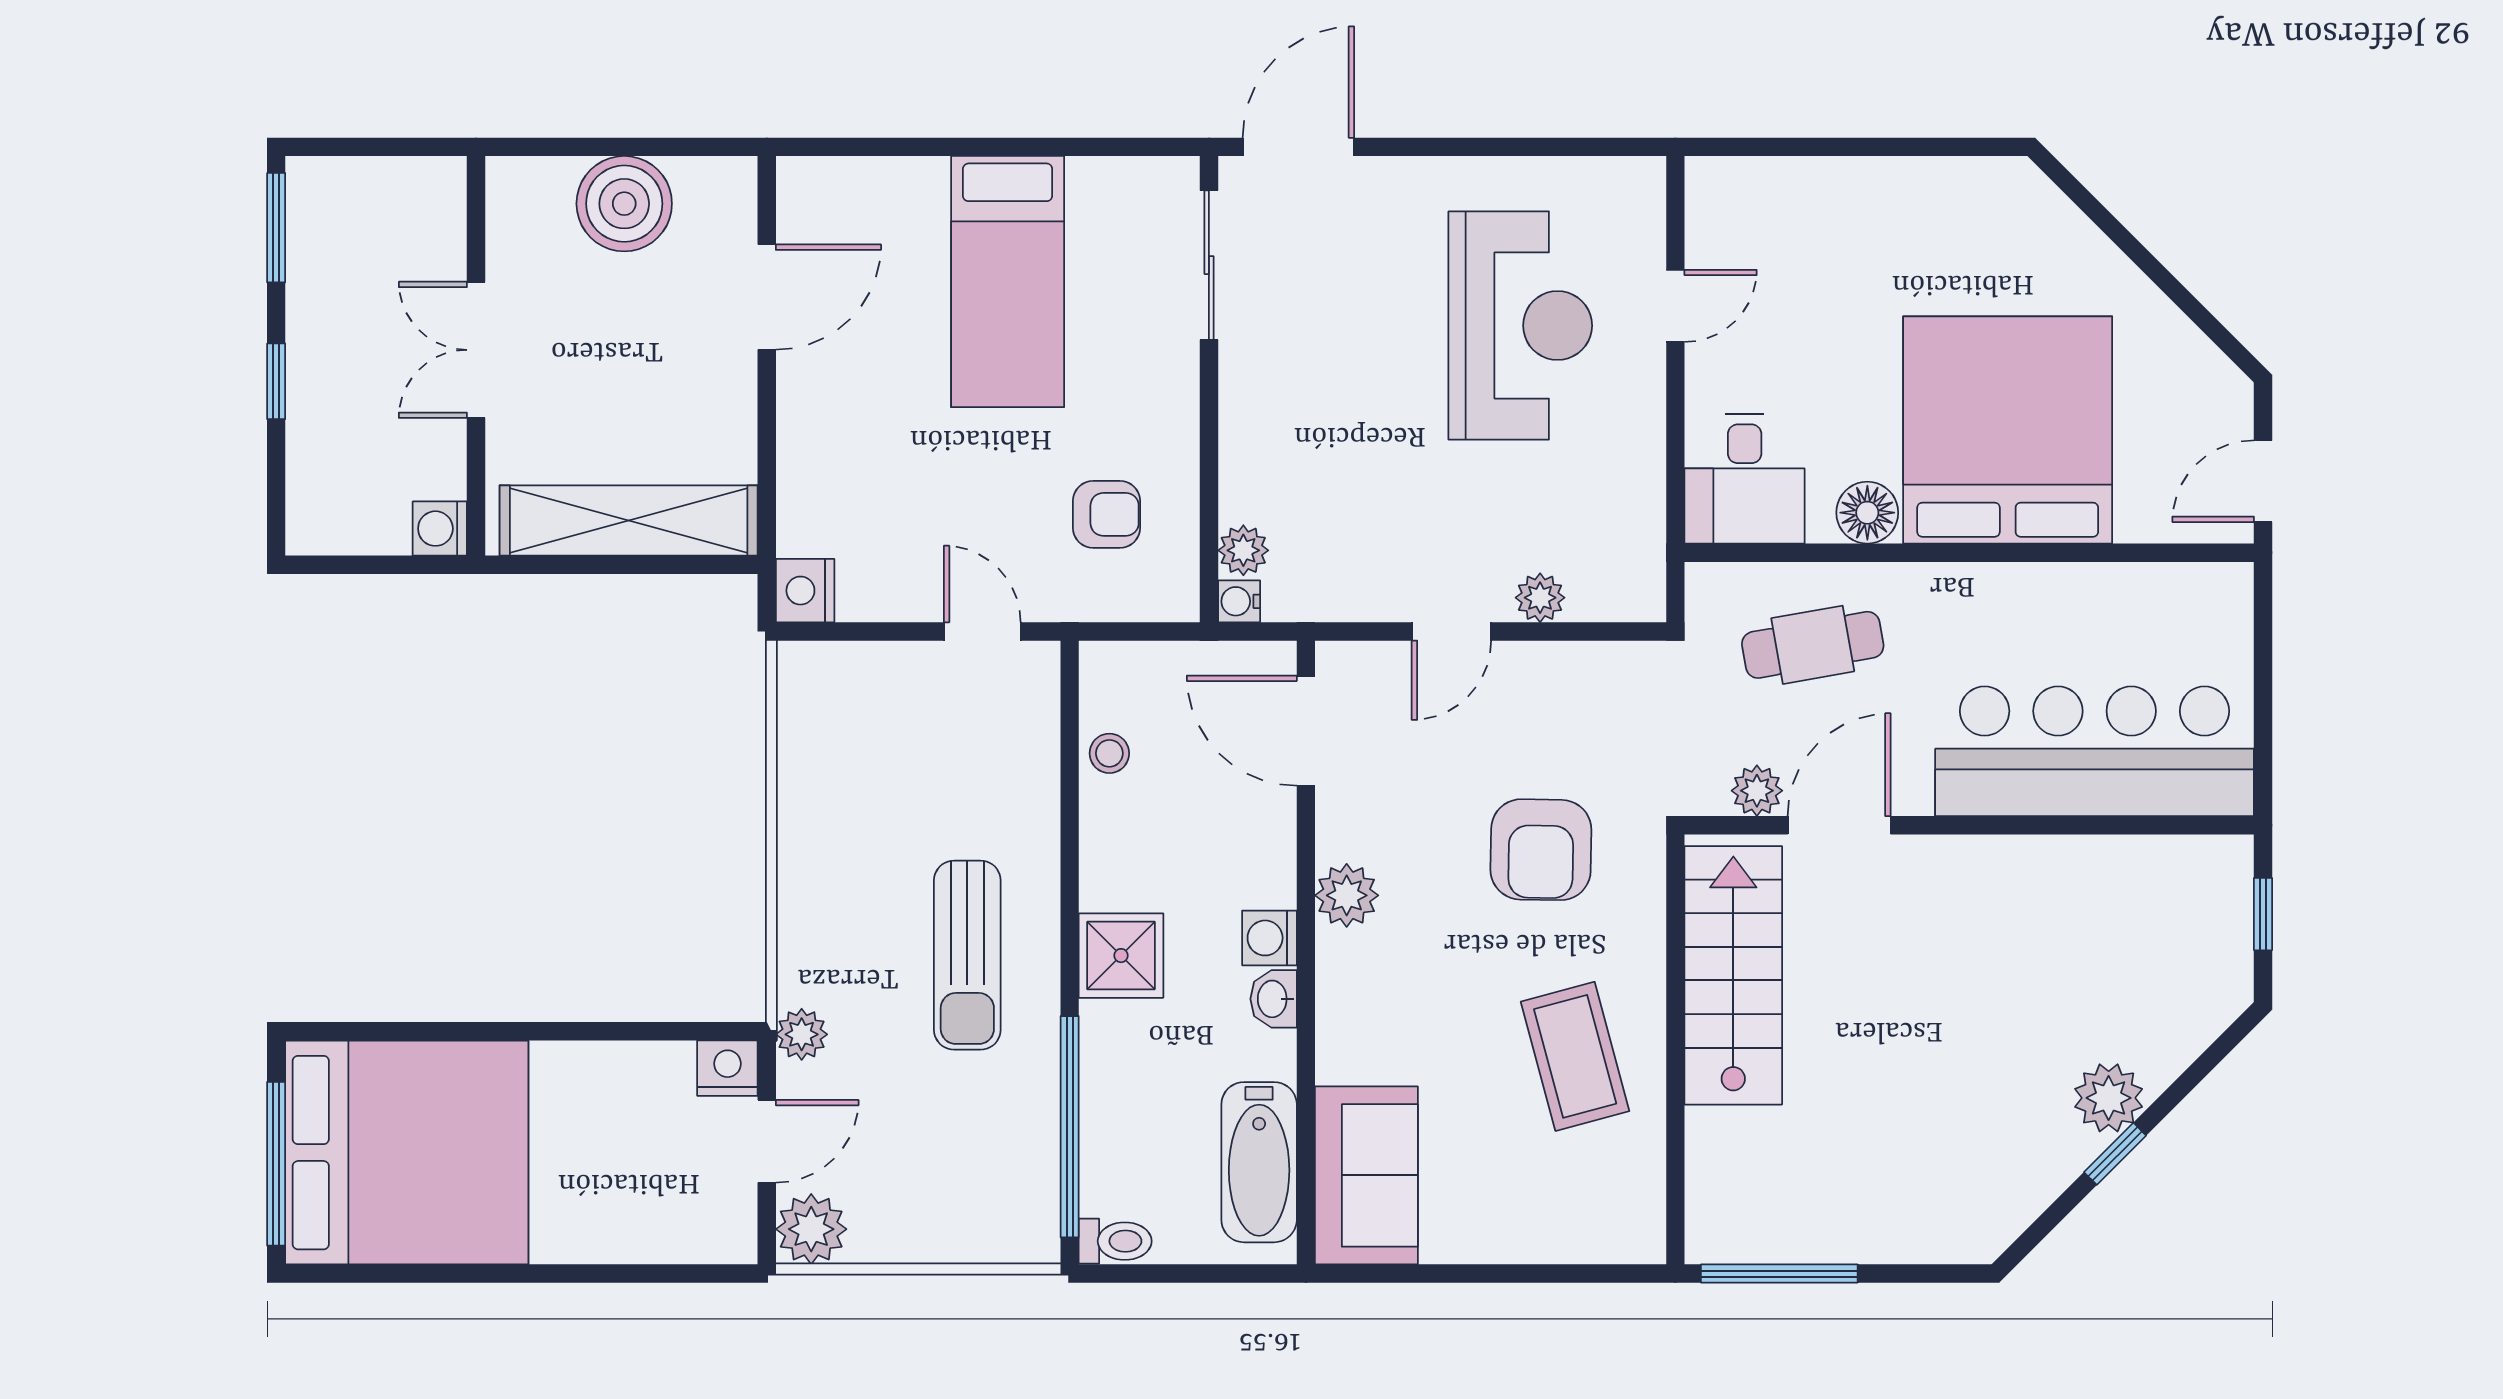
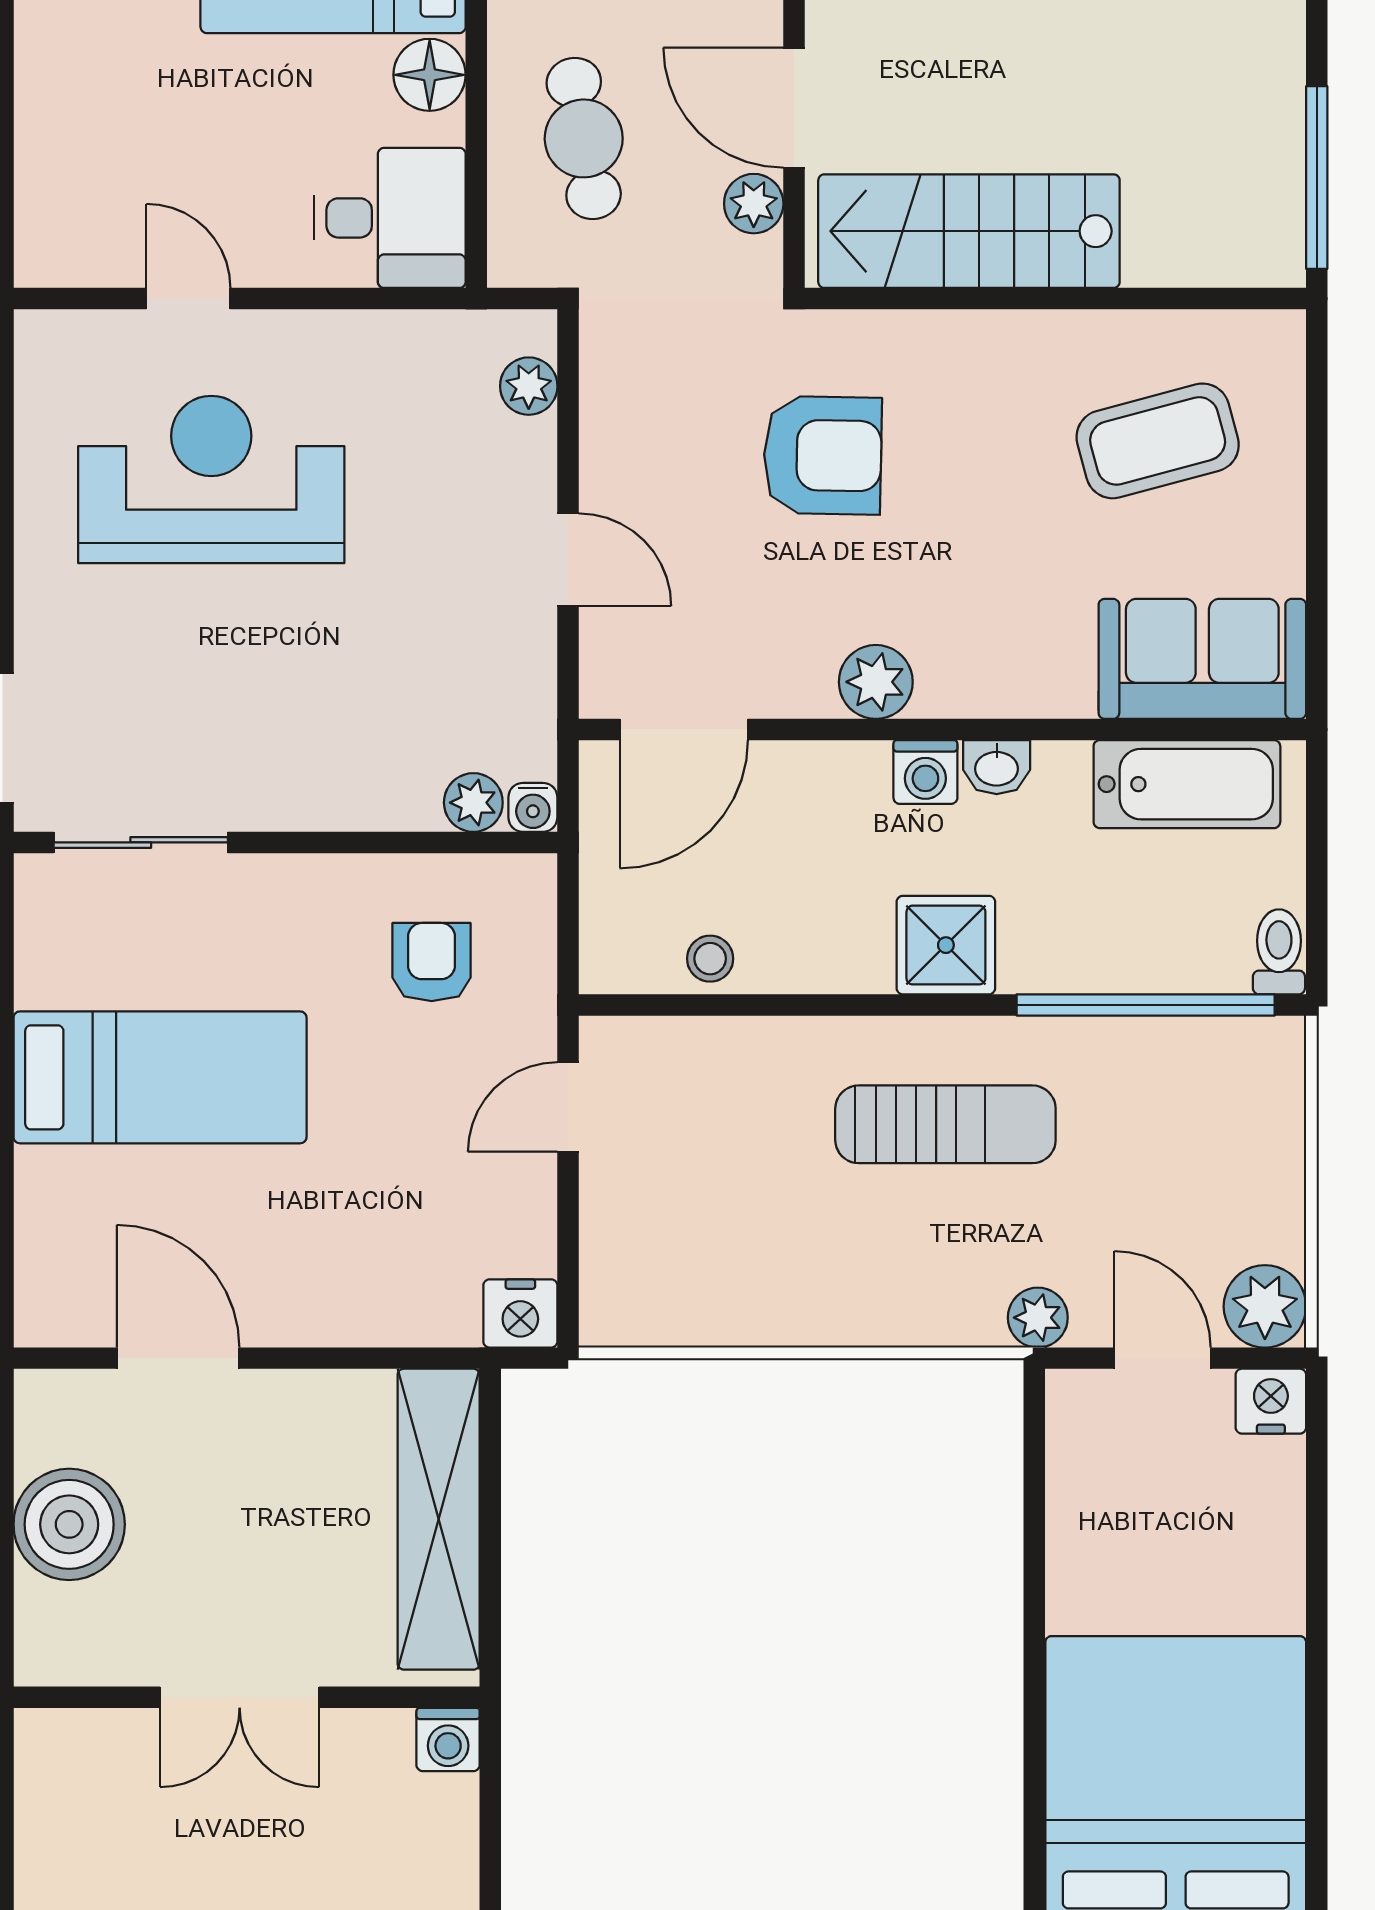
plant: (1540, 598) -> (529, 386), moved
coffee table: (1575, 1056) -> (1158, 441), moved
nightstand: (727, 1068) -> (1271, 1401), moved, turned 90

